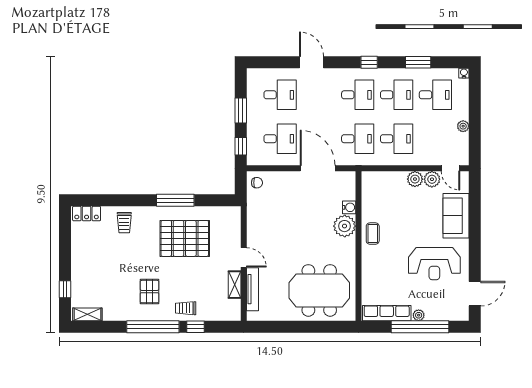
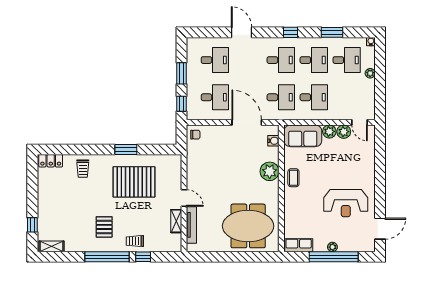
plant: (463, 126) -> (370, 73), moved
window: (175, 200) -> (126, 150), width x0.69
water cooler: (349, 207) -> (273, 141), moved
sofa: (456, 216) -> (303, 136), moved, turned -90
row of seats: (387, 313) -> (299, 245), width x0.68

